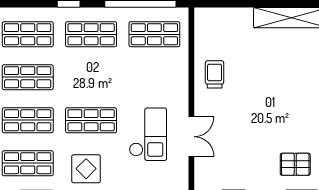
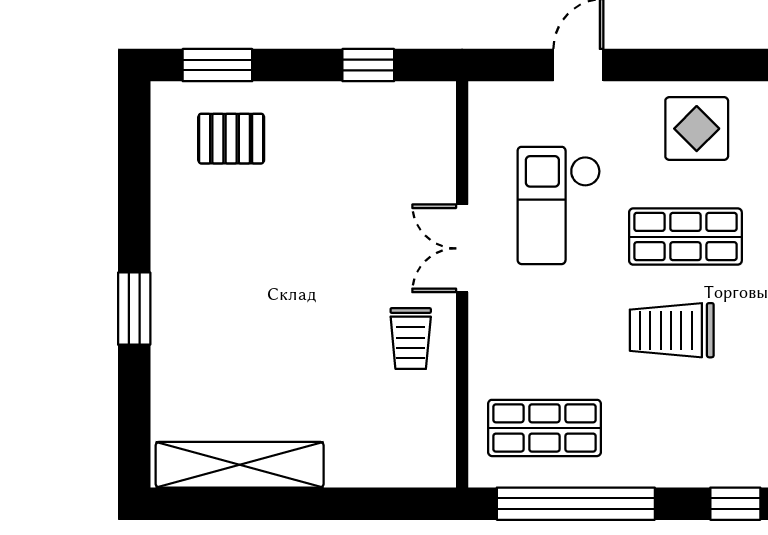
shop shelf: (91, 34) -> (685, 428), removed
trolley: (97, 78) -> (672, 330), added
double door: (191, 137) -> (462, 248), moved

